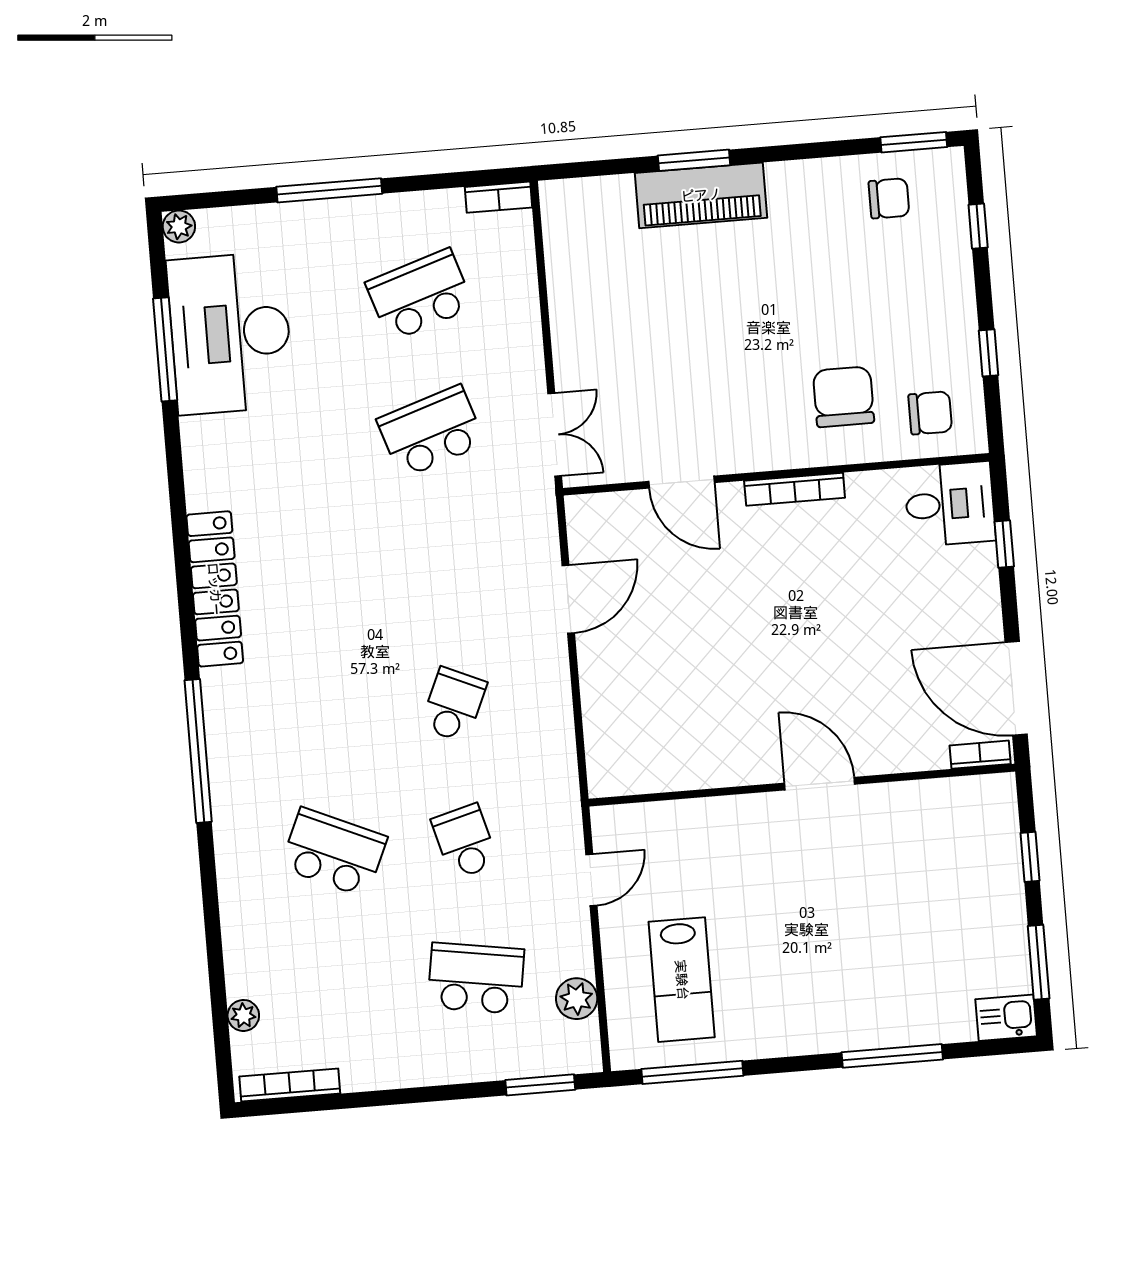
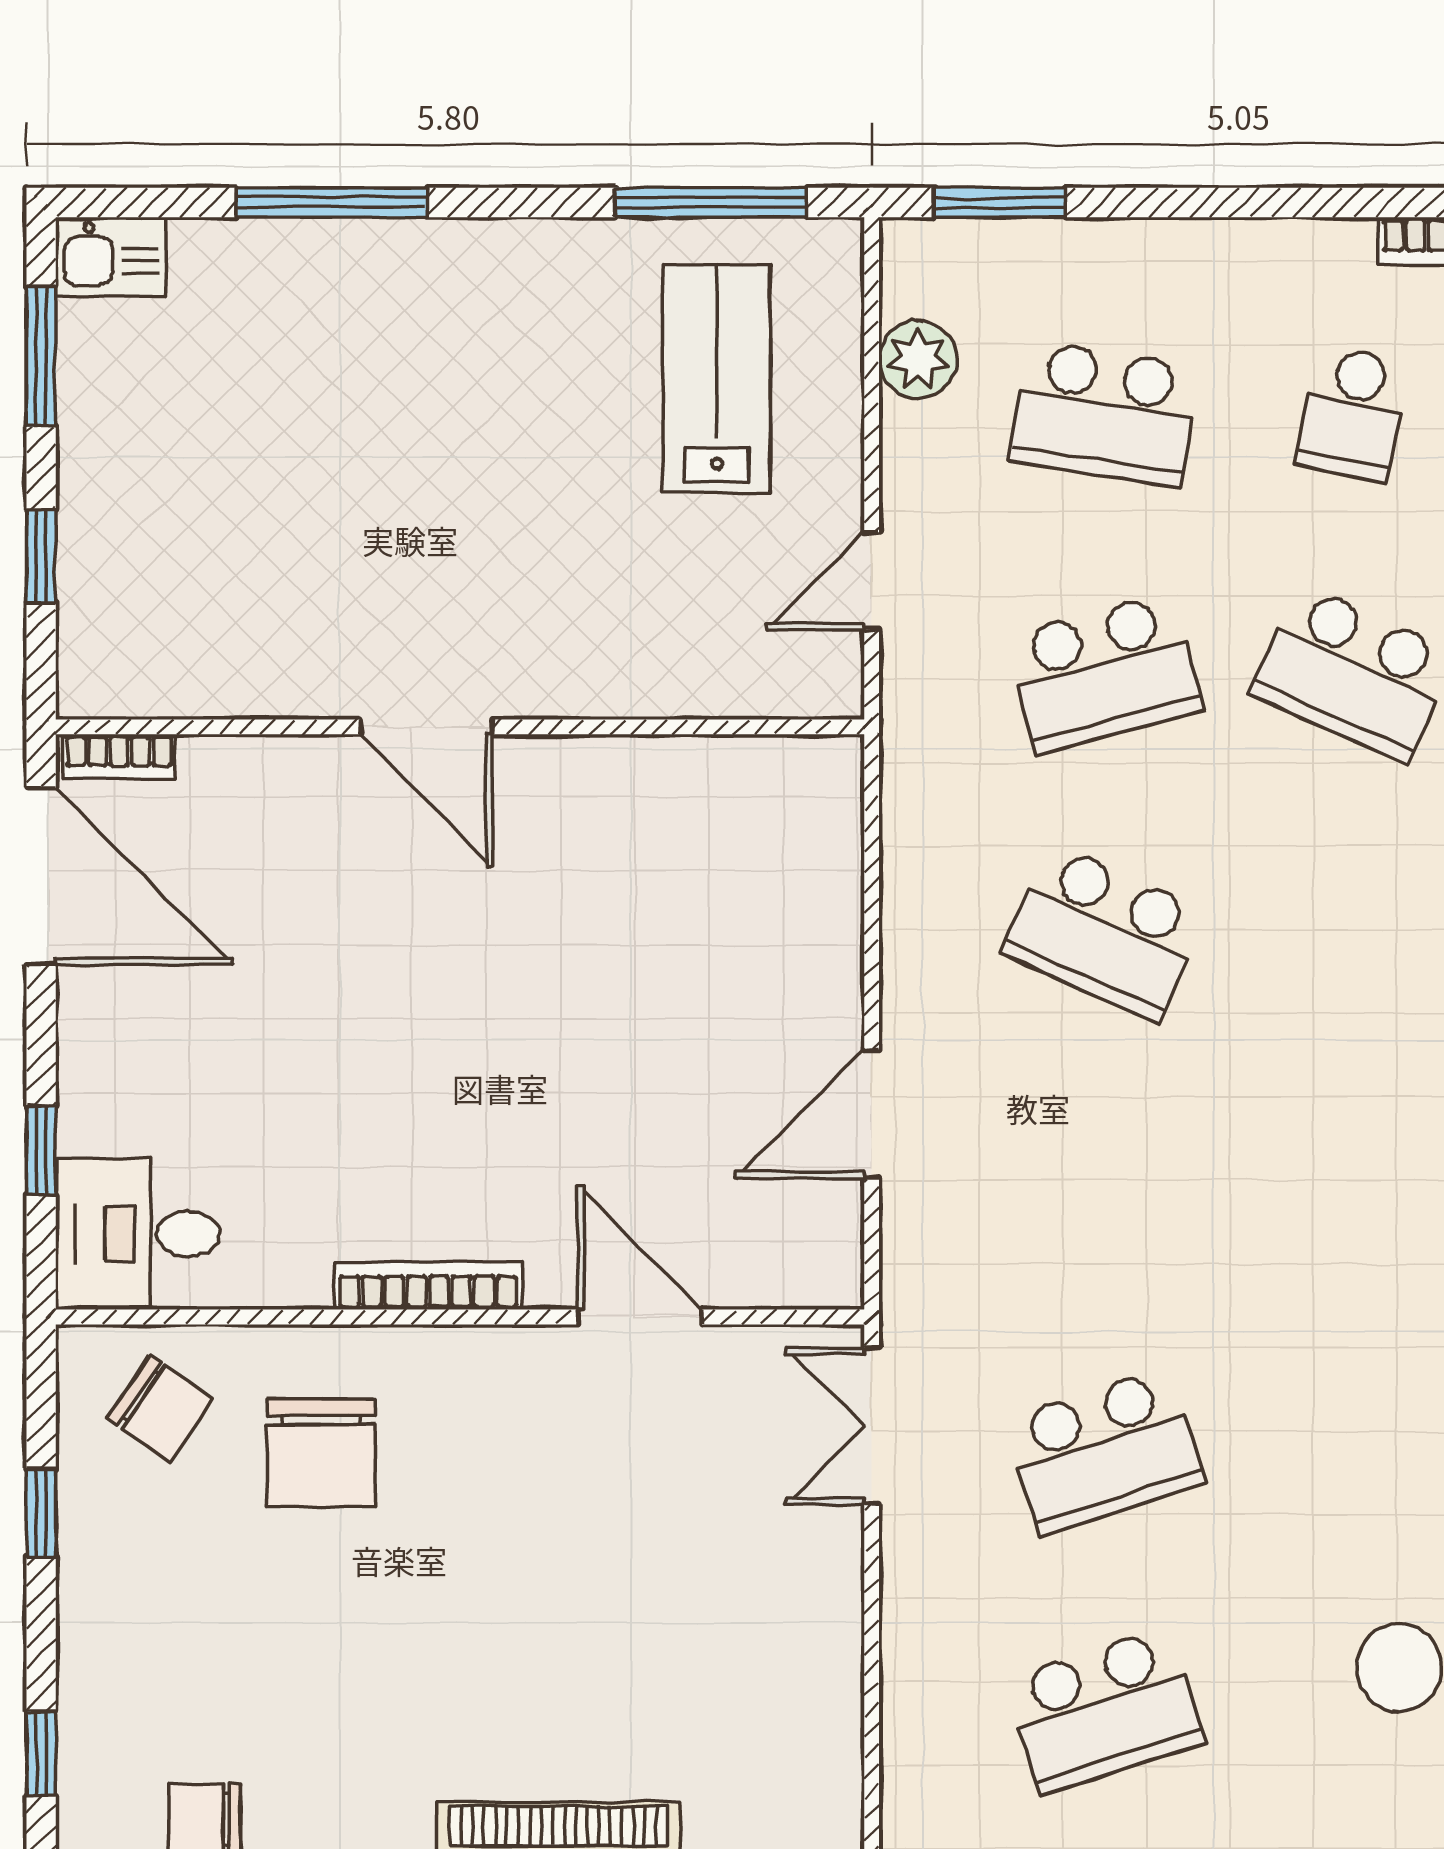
chair: (930, 413) -> (160, 1409), turned -146
school desk: (453, 705) -> (1104, 932), width x1.85
school desk: (465, 842) -> (1104, 673), width x1.85
school desk: (345, 989) -> (1353, 414), added

